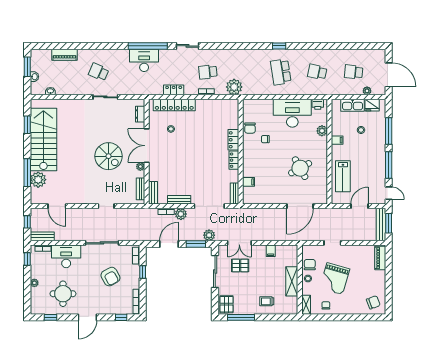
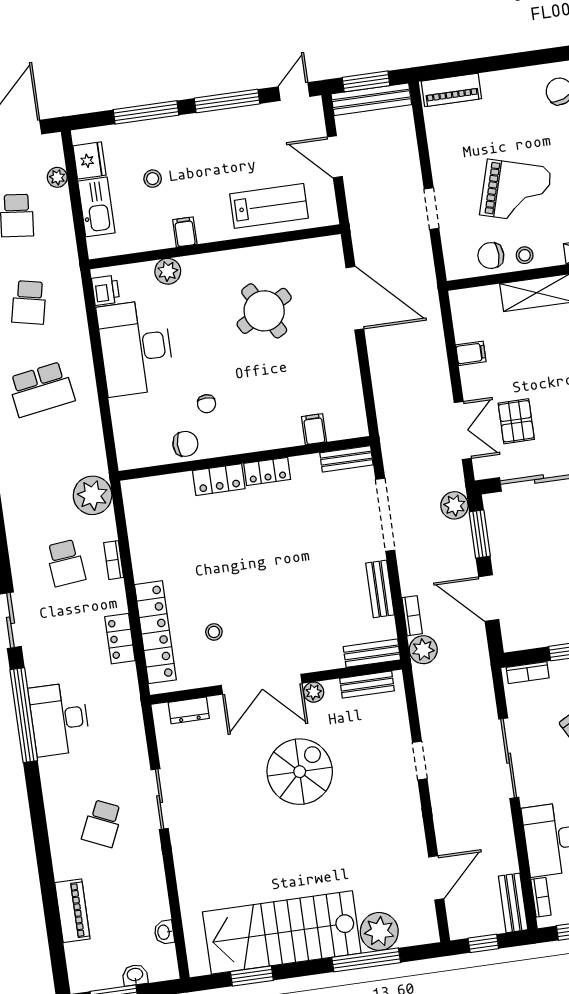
plant: (181, 214) -> (423, 650), moved

